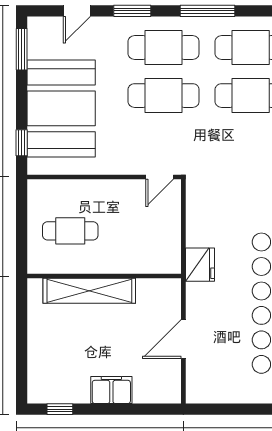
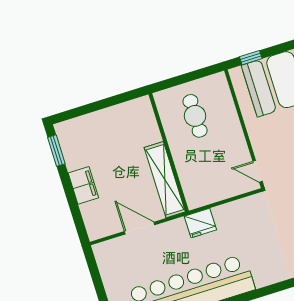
shelving: (89, 291) -> (165, 180), moved
window: (60, 409) -> (56, 151), width x1.50

